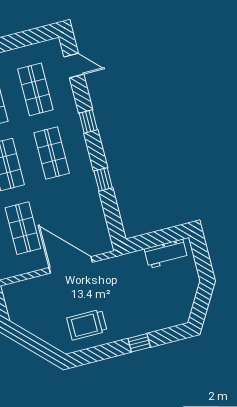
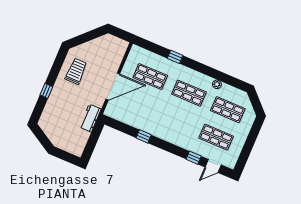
window: (88, 121) -> (194, 158), moved
shop shelf: (52, 153) -> (177, 121), removed
workbench: (166, 254) -> (90, 118), moved

